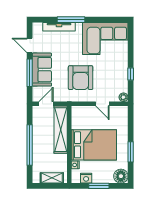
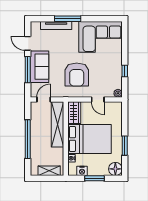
wardrobe: (78, 117) -> (74, 113), added

